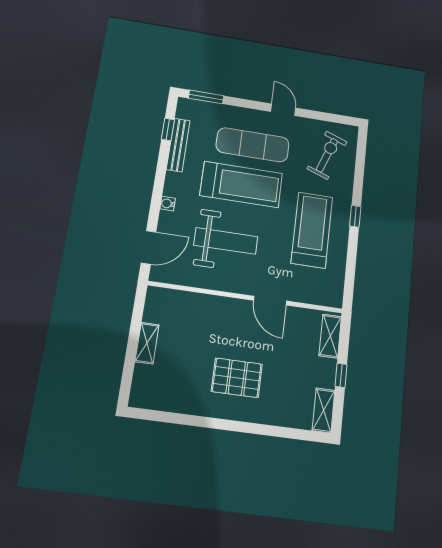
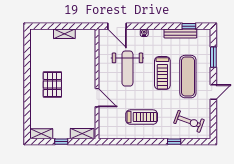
window: (206, 97) -> (213, 57), moved
treadmill: (241, 184) -> (162, 73), width x0.73, depth x0.73
window: (355, 216) -> (174, 142), moved
treadmill: (312, 230) -> (142, 117), width x0.73, depth x0.73
door: (270, 301) -> (97, 98), swing flipped

